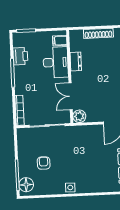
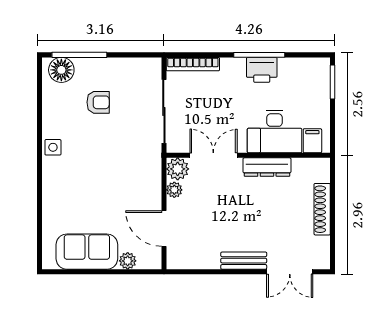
printer: (20, 56) -> (262, 70), moved
dresser: (76, 62) -> (267, 167), width x1.44
plant: (91, 118) -> (174, 190), added

